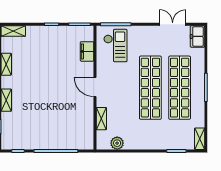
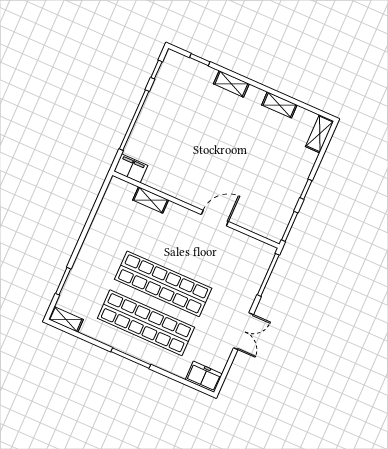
double door: (173, 24) -> (243, 331), moved
checkout: (115, 46) -> (240, 262), removed
filing cabinet: (87, 51) -> (131, 168), moved
door: (95, 87) -> (215, 218), moved
plant: (117, 143) -> (109, 207), removed

